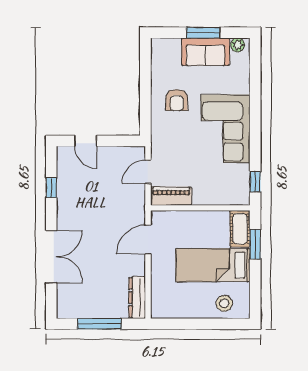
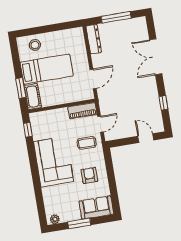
sofa: (205, 52) -> (96, 208), moved
coffee table: (173, 148) -> (87, 143), added

